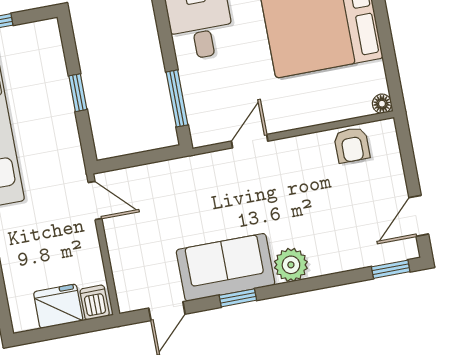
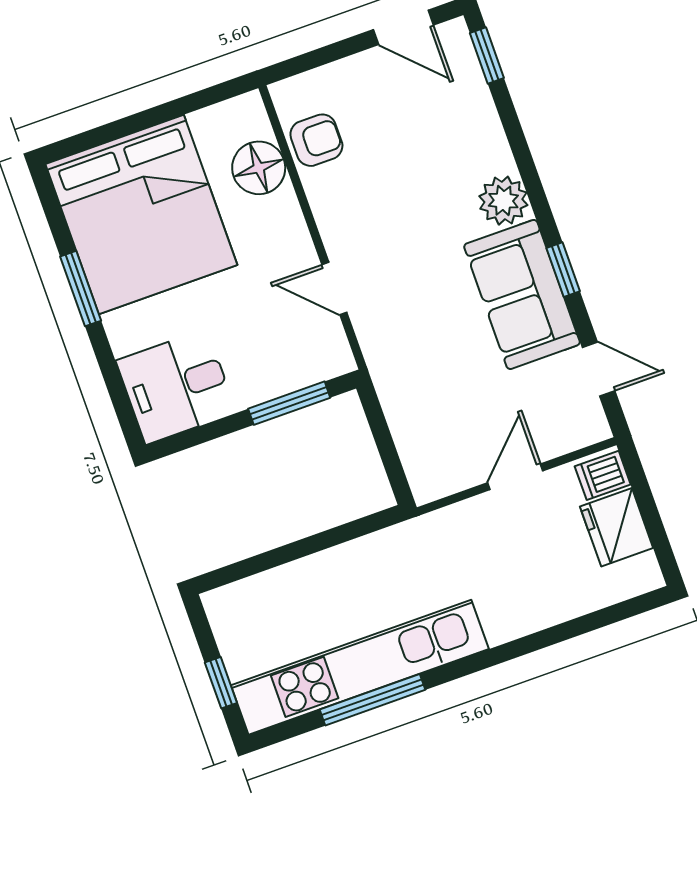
window: (78, 93) -> (304, 548), removed
floor lamp: (382, 104) -> (259, 168), moved, width x1.89, depth x1.89
door: (95, 201) -> (515, 477), moved

